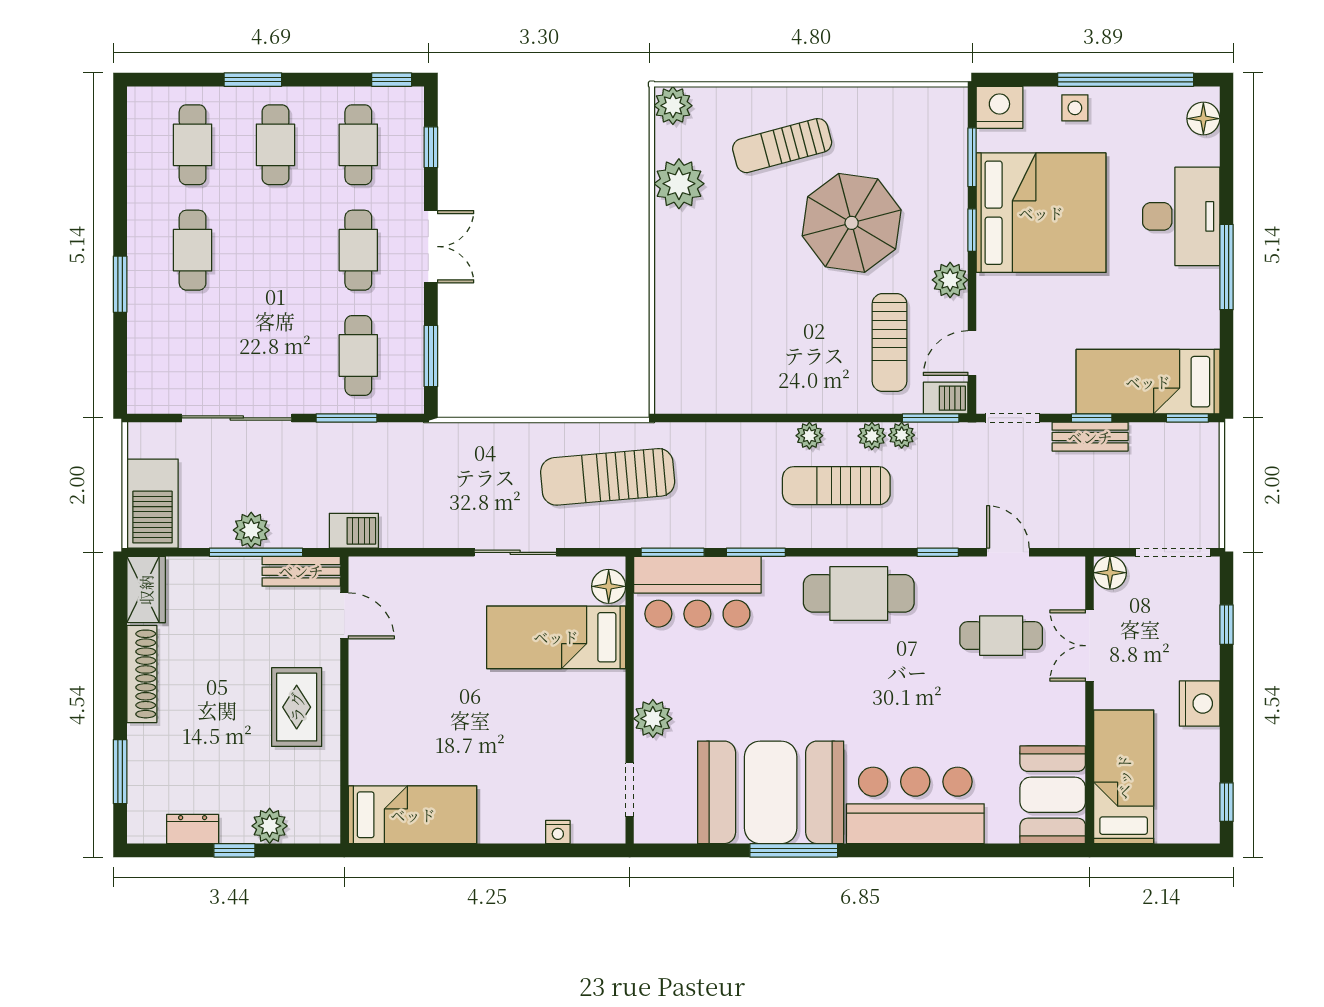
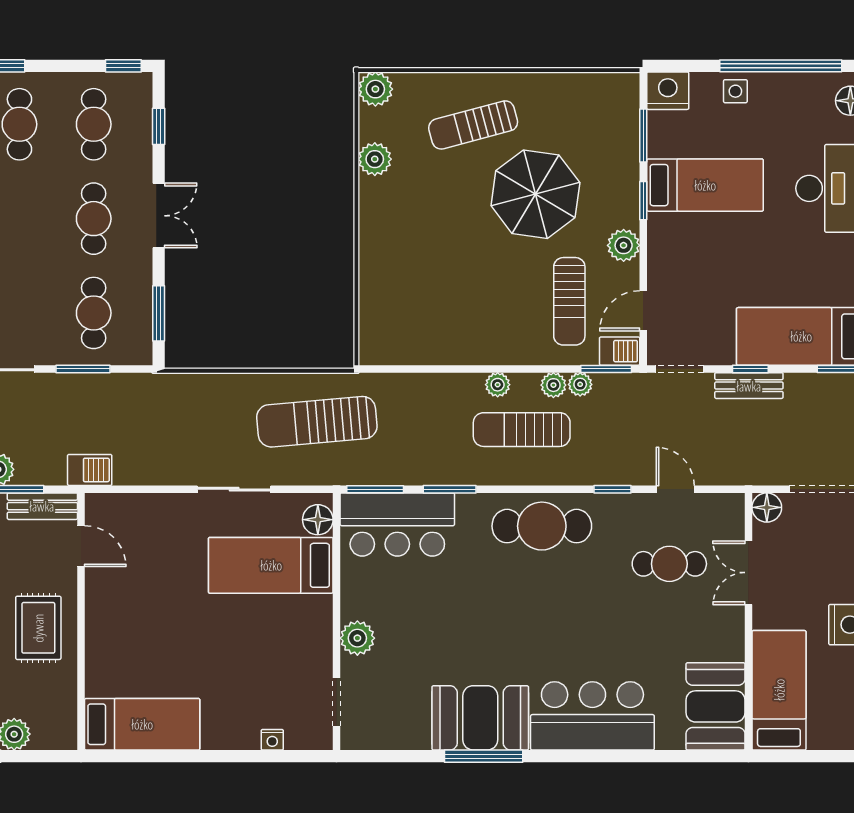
plant: (679, 184) -> (375, 159), width x0.73, depth x0.73
bed: (1041, 213) -> (705, 185), width x0.49
booth: (771, 792) -> (480, 718), width x0.73, depth x0.70

